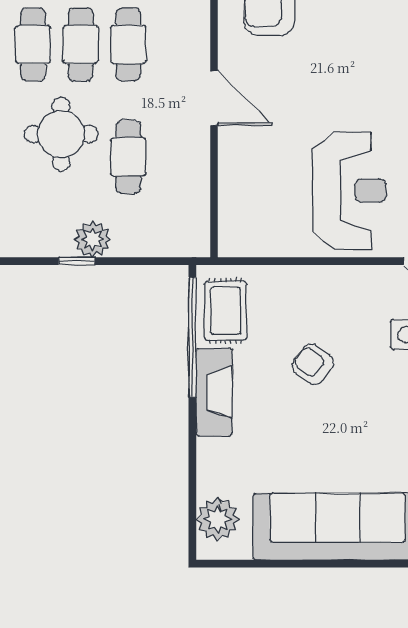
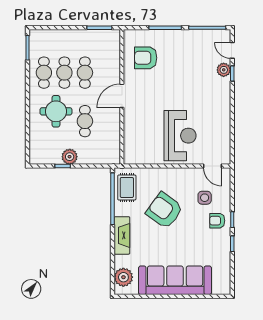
door: (214, 98) -> (122, 96), swing flipped
armchair: (313, 364) -> (164, 210), width x1.88, depth x1.88
fireplace: (214, 392) -> (122, 235), moved

